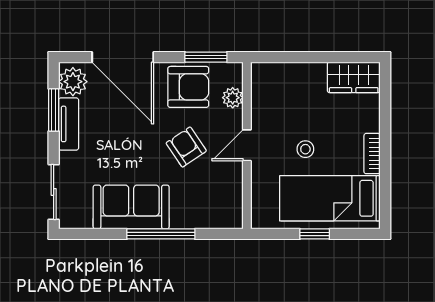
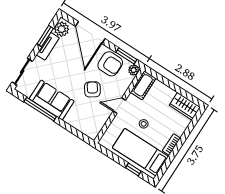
cot: (264, 87) -> (143, 85), added
plant: (233, 98) -> (134, 70), moved
window: (161, 234) -> (40, 109), moved
window: (315, 234) -> (133, 169), moved

